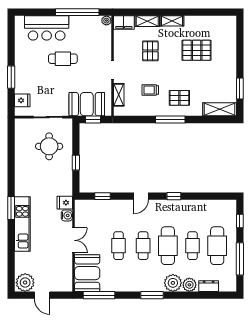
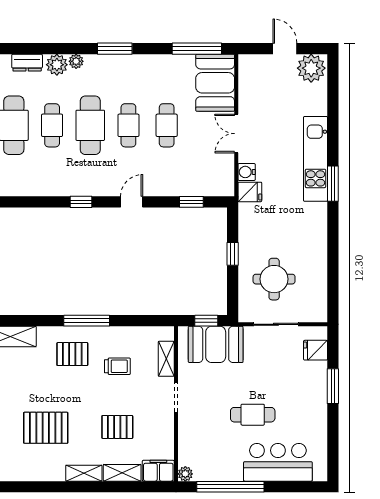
pallet: (150, 51) -> (117, 427), turned 90
plant: (173, 283) -> (76, 61), width x0.53, depth x0.53

